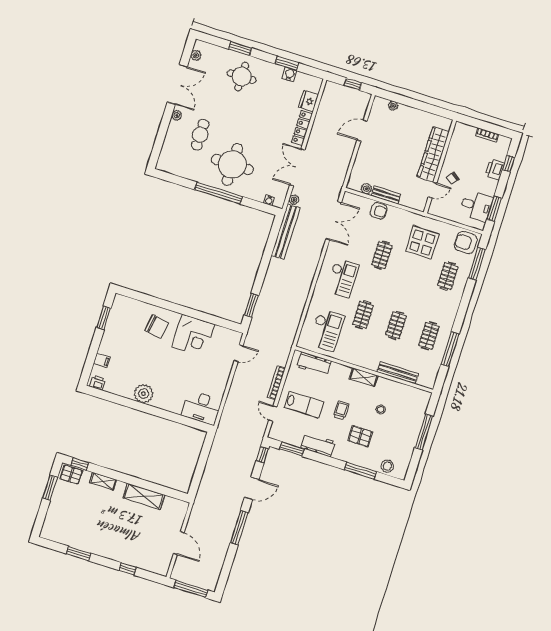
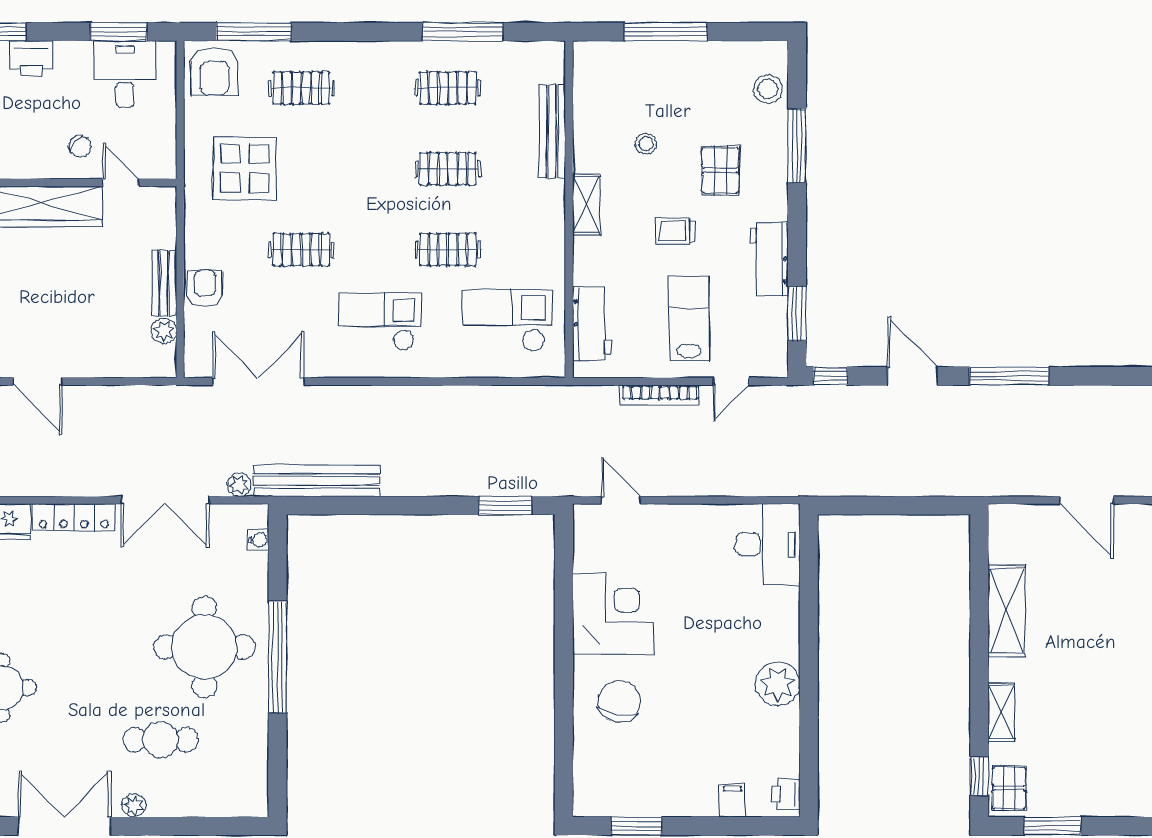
door: (179, 543) -> (1086, 500), swing flipped

